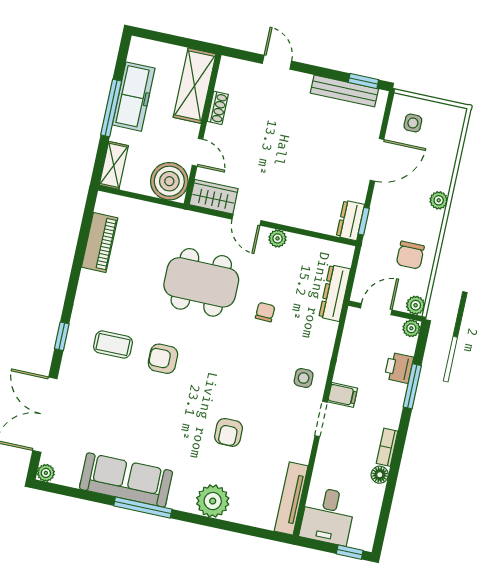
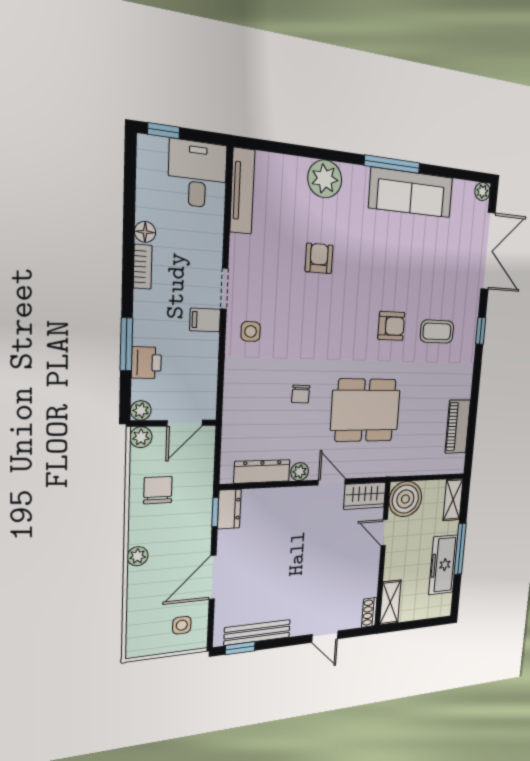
shelving: (195, 86) -> (390, 602), width x0.67, depth x0.75
shoe rack: (218, 108) -> (369, 612), moved
dresser: (335, 293) -> (262, 471), moved, turned -90

